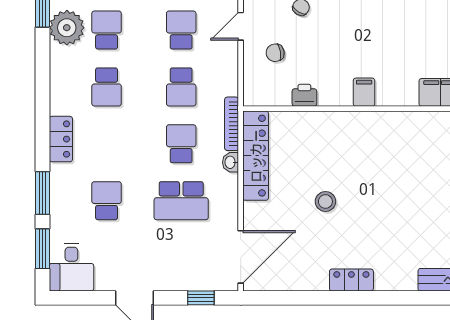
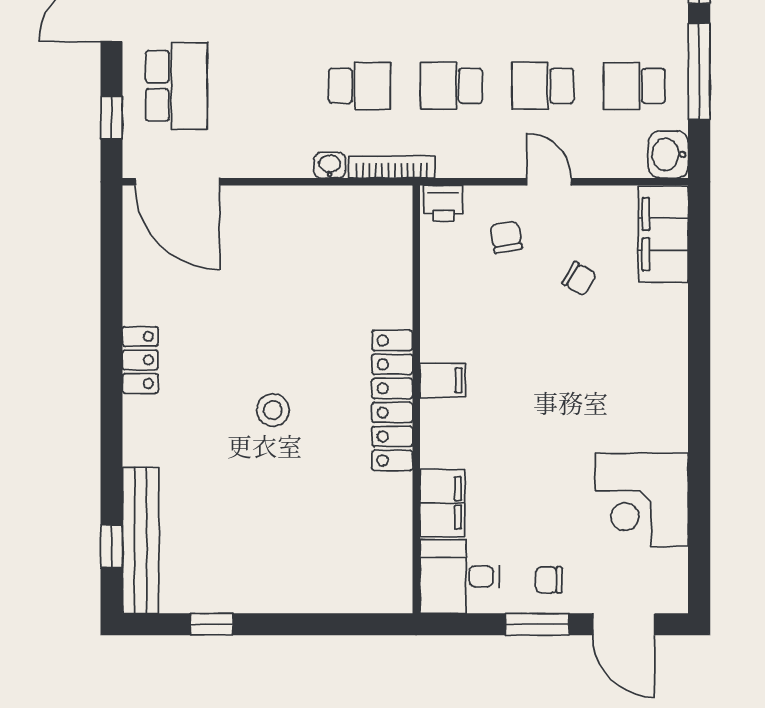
school desk: (181, 30) -> (543, 86), turned 180
printer: (304, 95) -> (443, 203), moved, turned 90
locker: (256, 156) -> (392, 400), moved, turned 90
school desk: (181, 201) -> (176, 86), moved, turned 180
stool: (325, 201) -> (273, 410), moved

